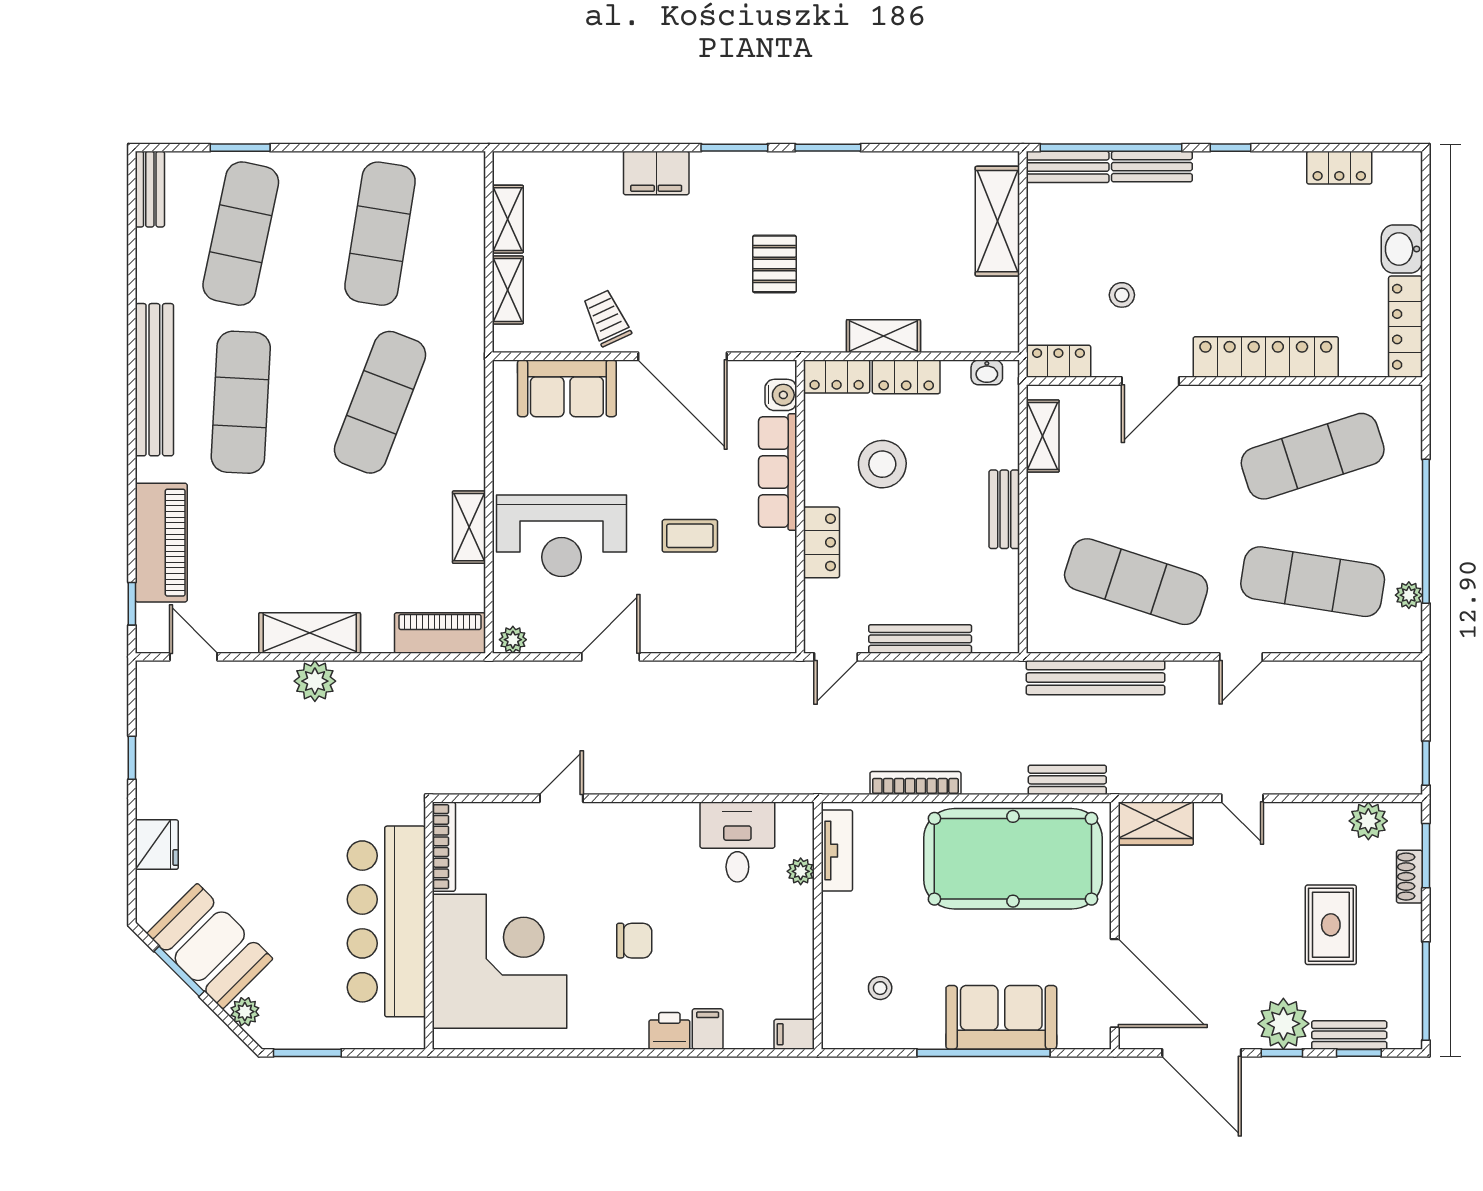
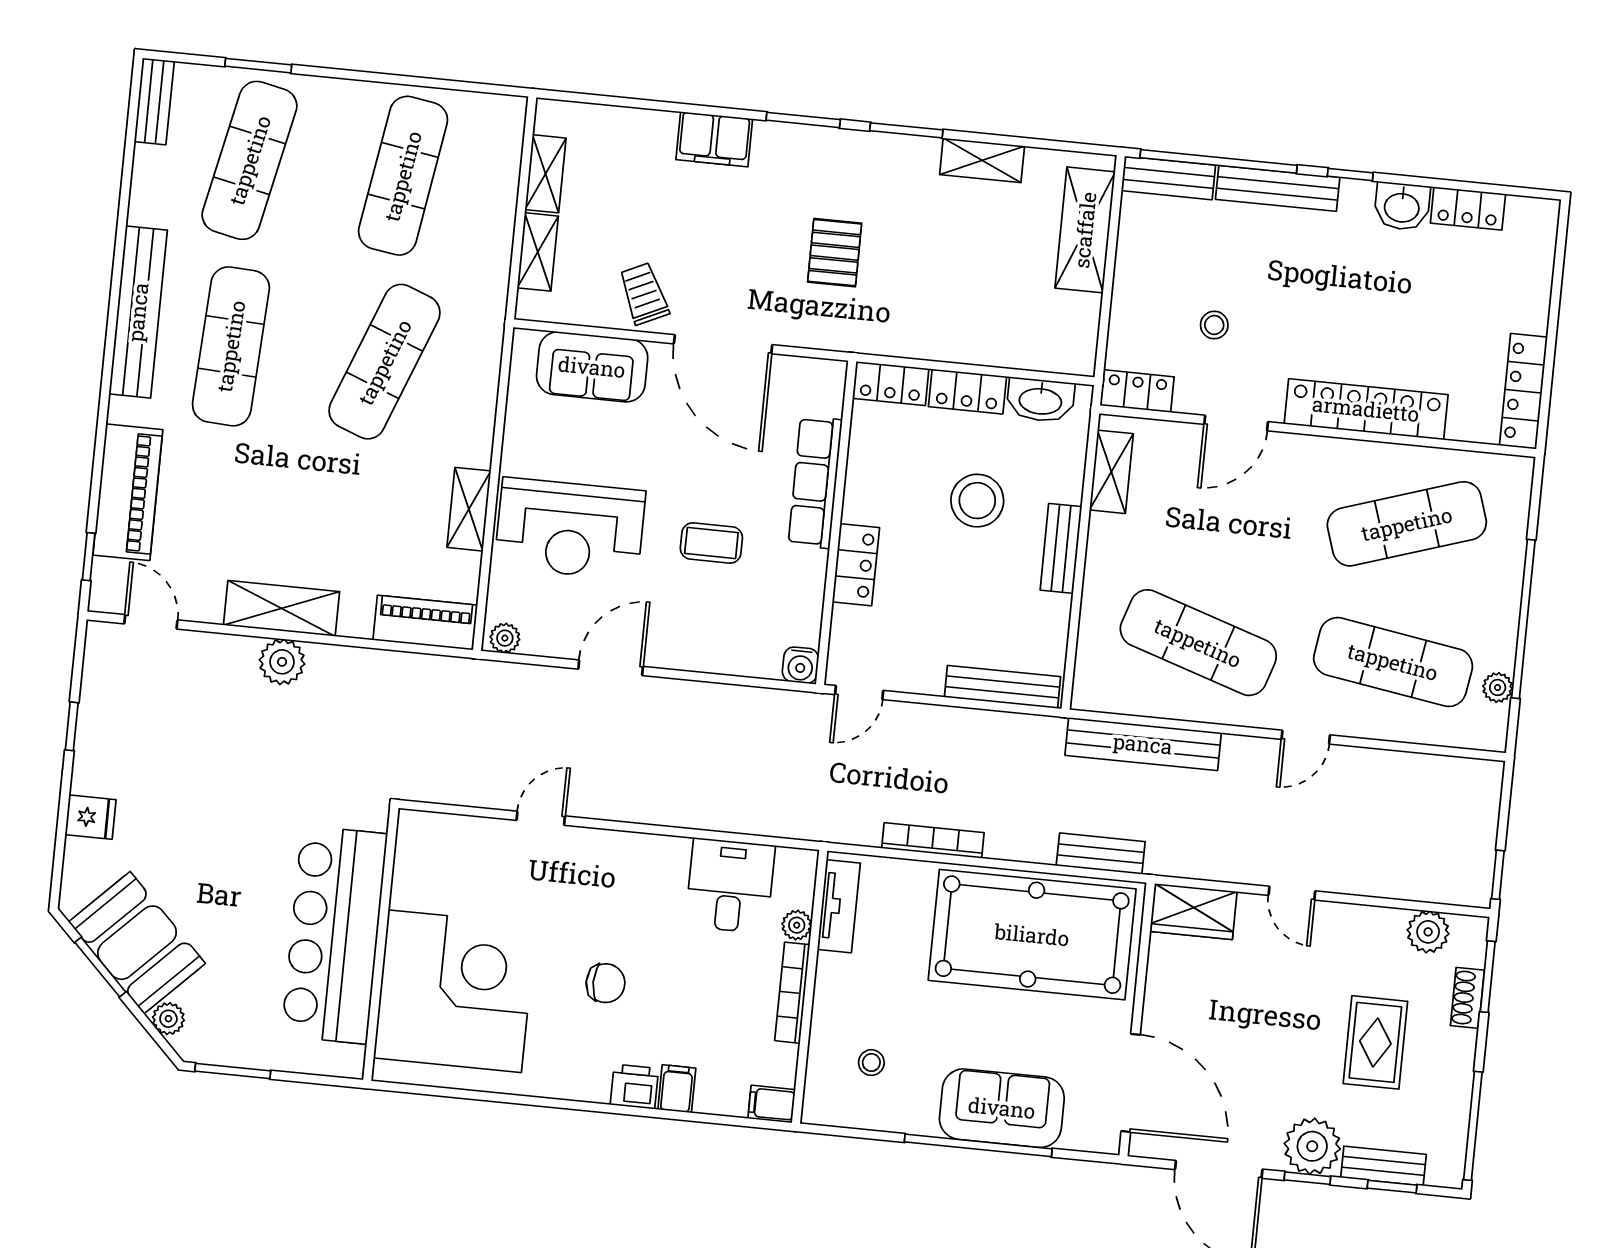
bench: (1152, 167) -> (1278, 188), width x1.36
washbasin: (1402, 249) -> (1402, 206), moved, turned -90
shelving: (883, 336) -> (982, 160), moved
washbasin: (987, 372) -> (1040, 400), width x1.91, depth x1.45
water cooler: (781, 395) -> (800, 665), moved, turned 90
stool: (882, 464) -> (977, 501), moved
bench: (920, 639) -> (1002, 687), moved
fridge: (157, 845) -> (90, 817), width x0.72
bookcase: (444, 847) -> (792, 993), moved, turned 180

